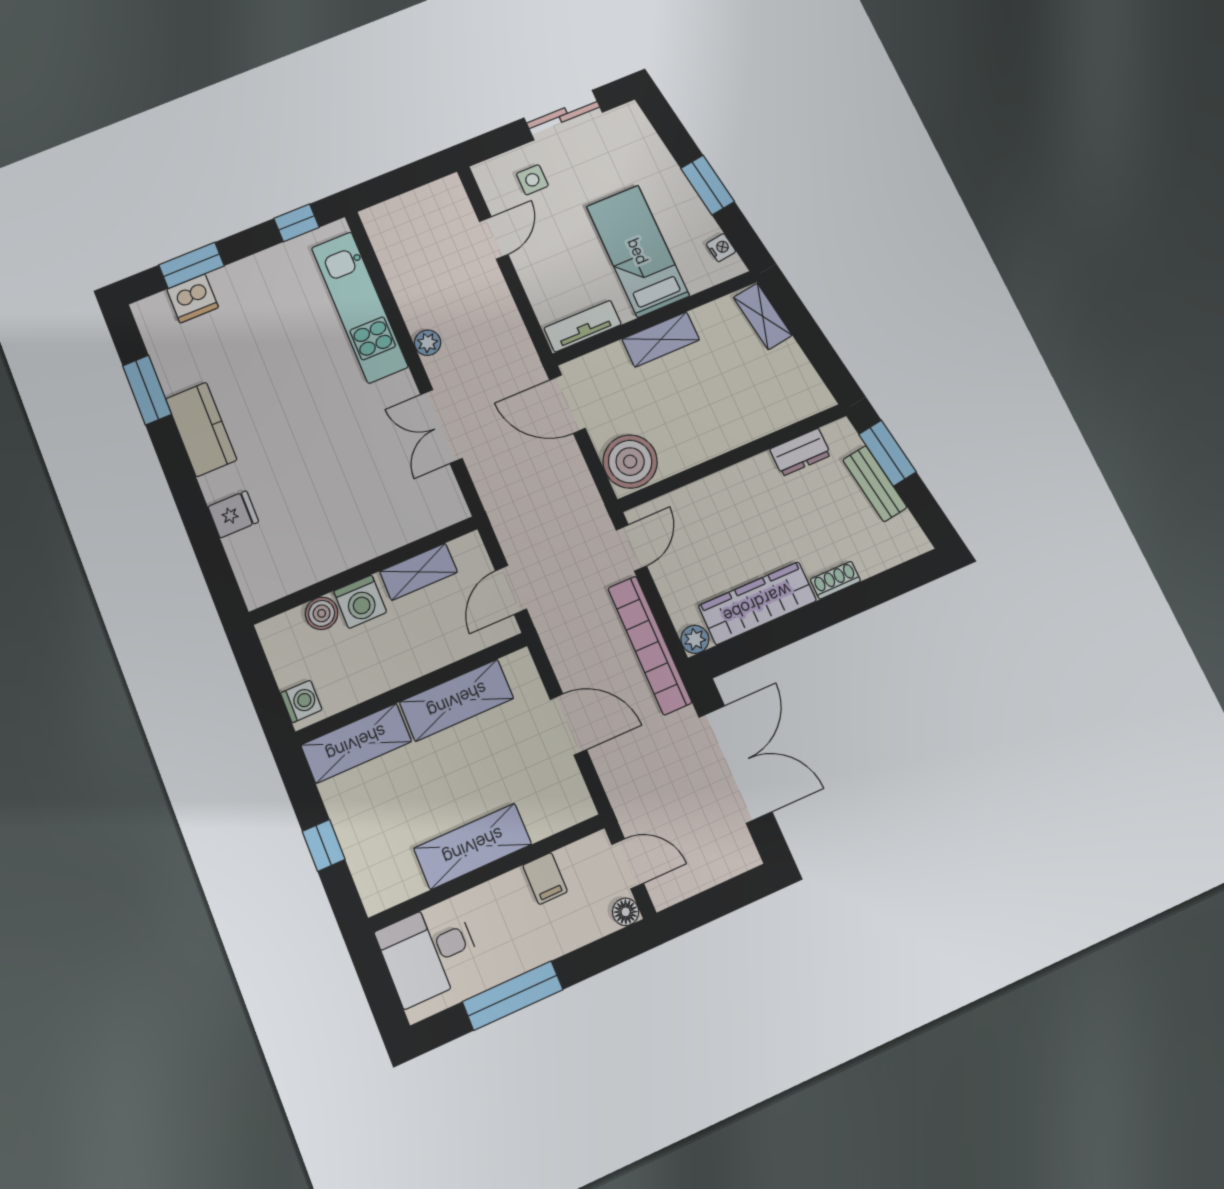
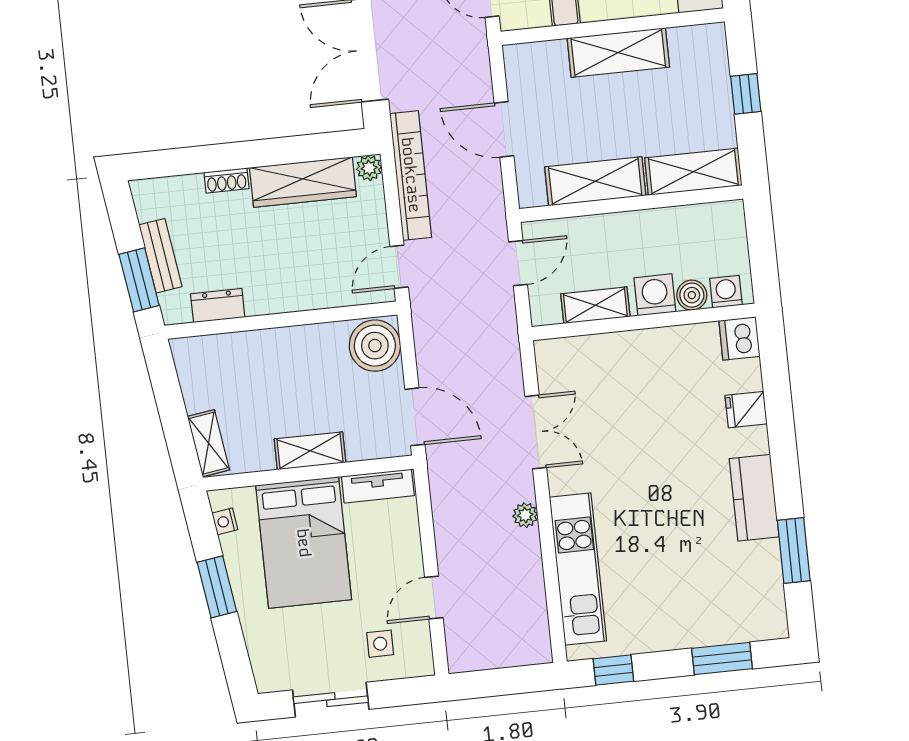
bed: (638, 251) -> (304, 543), width x1.50
dishwasher: (193, 298) -> (739, 338), moved, turned -90
washing machine: (301, 701) -> (726, 292), moved, turned 90

